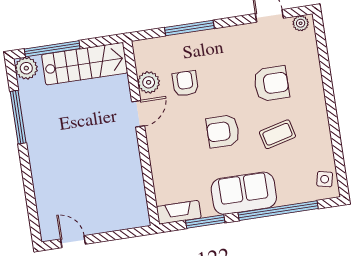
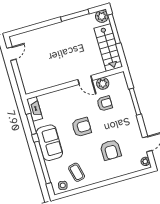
armchair: (223, 131) -> (82, 127), turned 90
coffee table: (277, 134) -> (77, 172), moved

